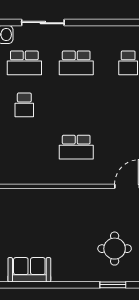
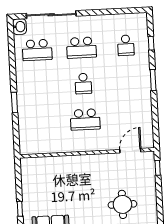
sliding door: (43, 23) -> (51, 15), width x1.36
school desk: (24, 105) -> (83, 84), moved

